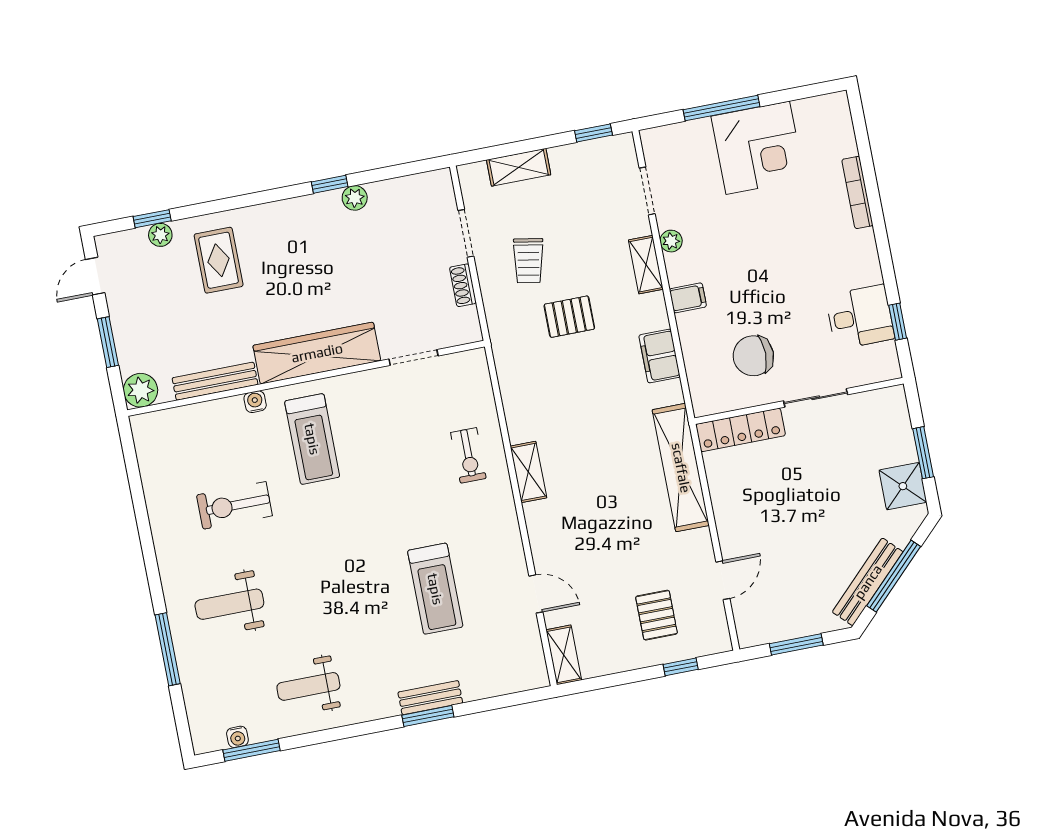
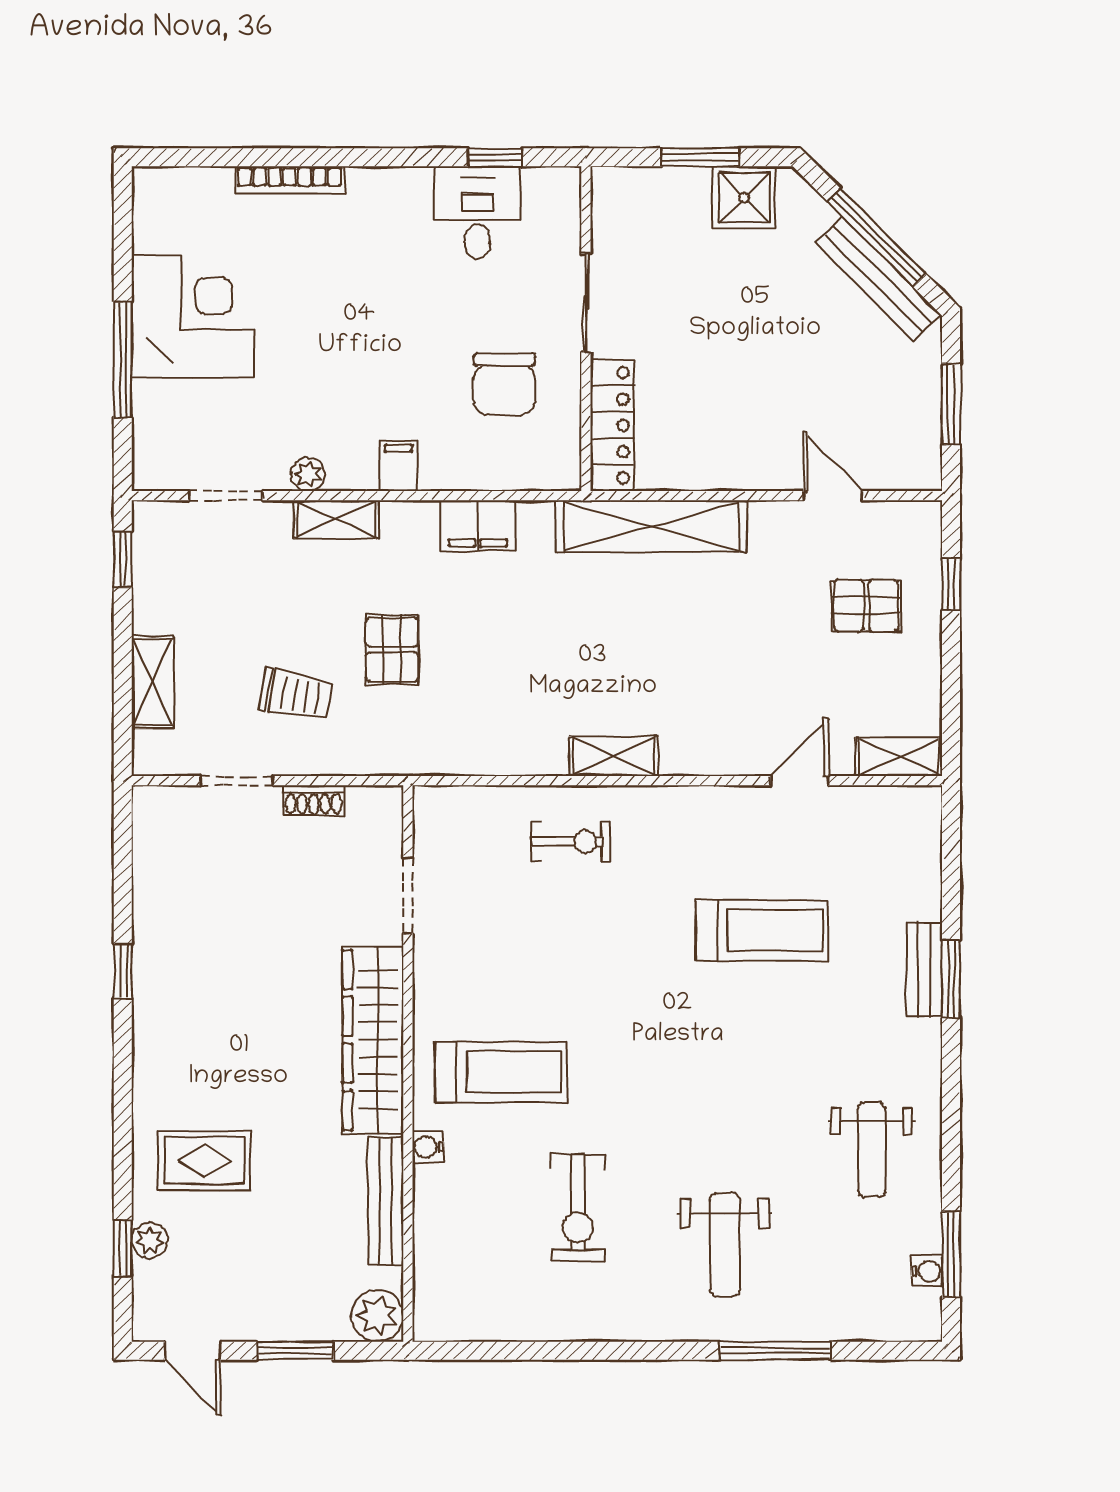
plant: (355, 198) -> (151, 938), removed

